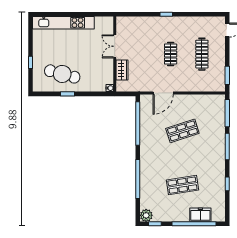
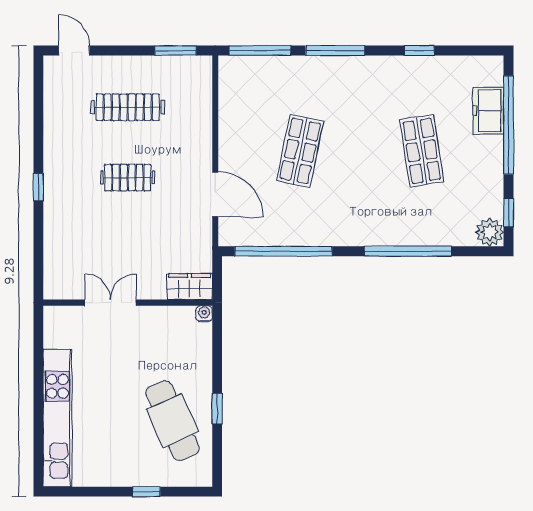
double door: (115, 46) -> (111, 303), swing flipped
wardrobe: (122, 70) -> (190, 287), moved
cafe table: (62, 74) -> (172, 421), turned -39
shop shelf: (182, 131) -> (300, 151), turned 30

